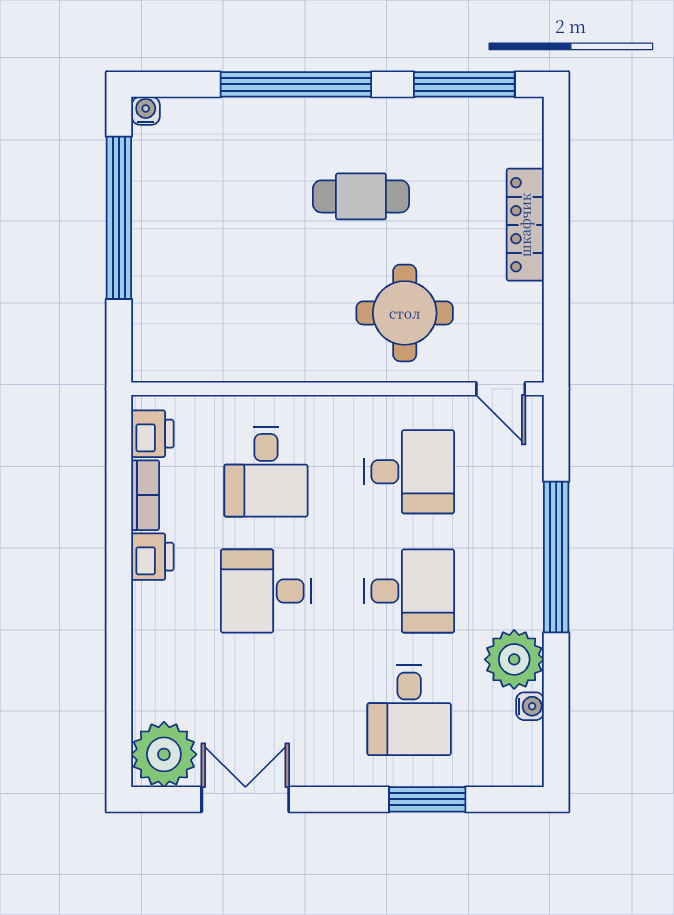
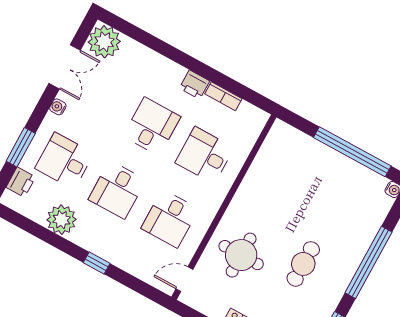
printer: (152, 434) -> (21, 182), moved, turned -90
window: (556, 557) -> (97, 263), width x0.32
water cooler: (530, 706) -> (58, 107), moved, turned 90

